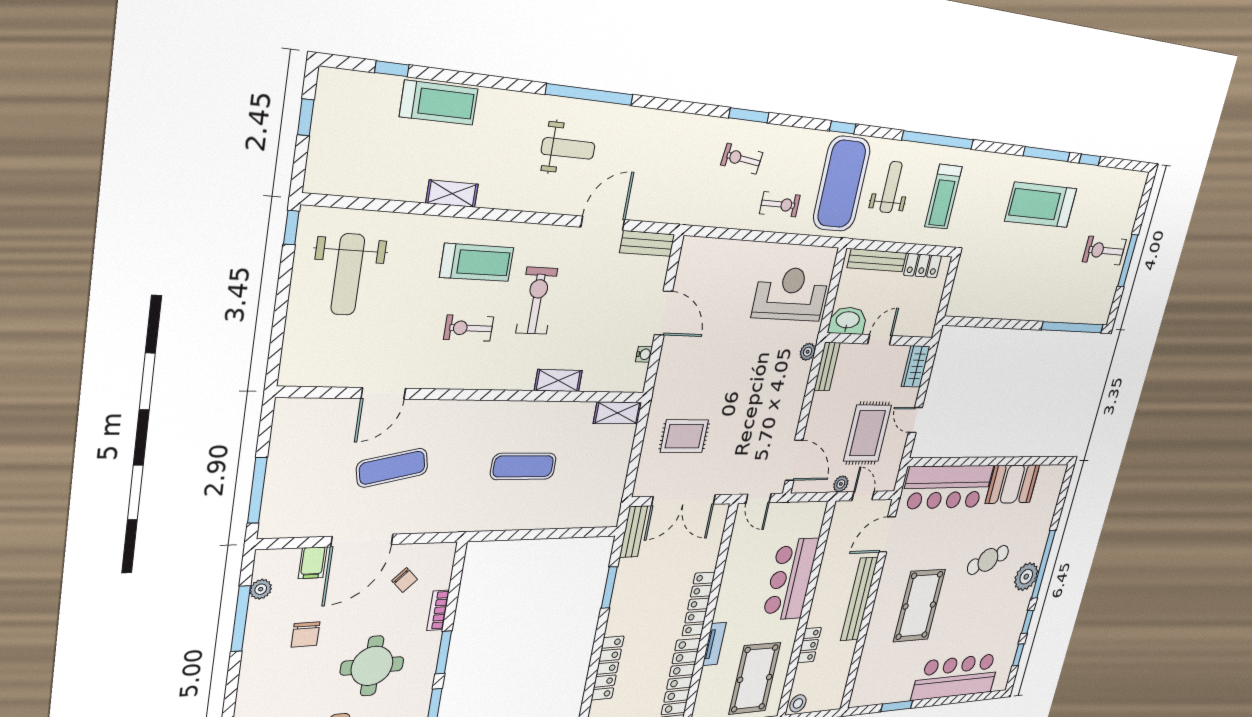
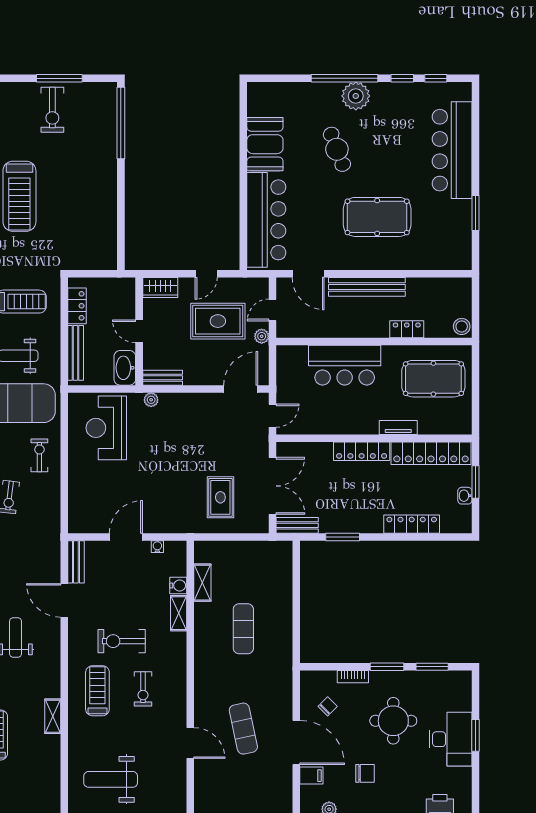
weight bench: (348, 274) -> (111, 779), turned 180
water cooler: (592, 381) -> (178, 585), added
shelving: (618, 413) -> (202, 583), moved

